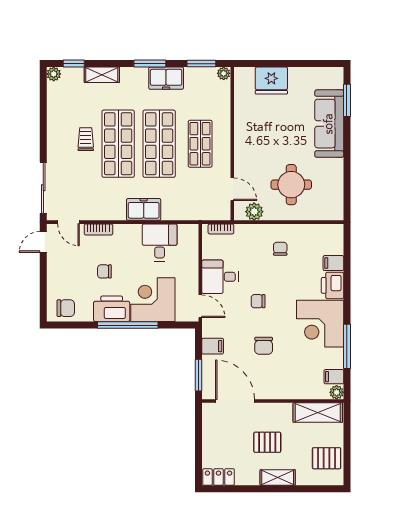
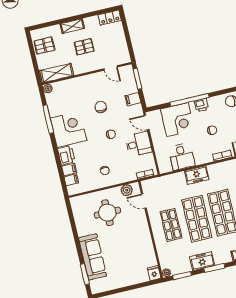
fridge: (271, 81) -> (154, 273), moved, width x0.53, depth x0.75
printer: (112, 309) -> (201, 105), width x0.53, depth x0.68
filing cabinet: (334, 377) -> (71, 180), moved
door: (235, 401) -> (111, 68), width x0.53

